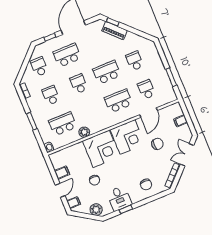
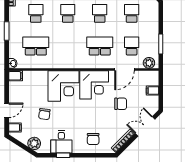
school desk: (107, 72) -> (100, 13), width x0.54
plant: (84, 132) -> (149, 63), moved
filing cabinet: (62, 173) -> (16, 76), moved

